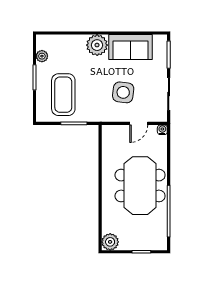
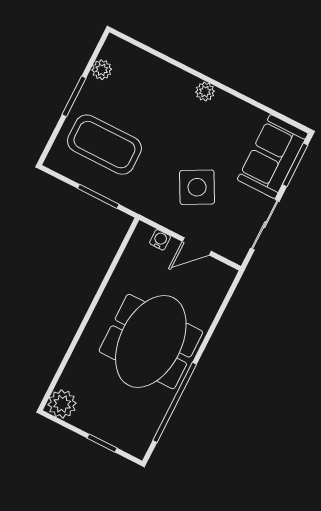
plant: (97, 45) -> (205, 92), width x0.53, depth x0.53
sofa: (130, 47) -> (273, 157), moved, turned 90
side table: (123, 92) -> (197, 187), turned -35
coffee table: (63, 95) -> (104, 145), turned 90
water cooler: (162, 130) -> (160, 240), moved

